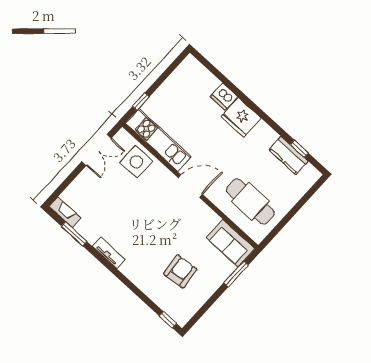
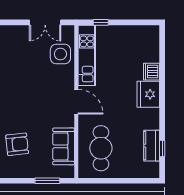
sofa: (230, 243) -> (64, 146), moved

